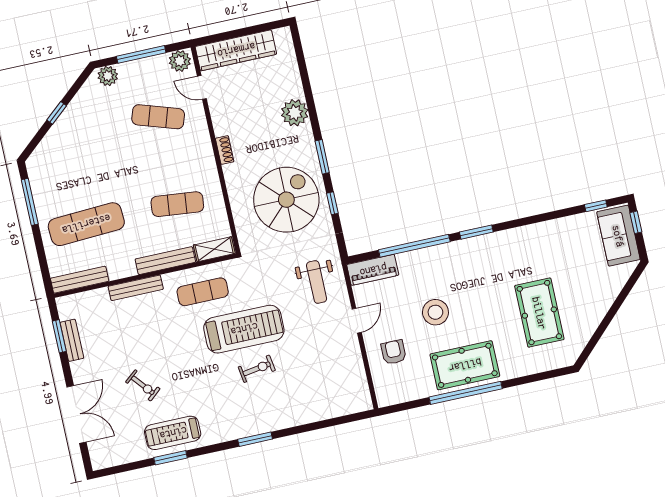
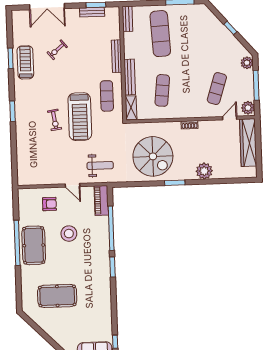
window: (332, 203) -> (146, 184), removed
bench: (80, 280) -> (127, 19), width x0.73
weight bench: (317, 282) -> (100, 165), turned 180

